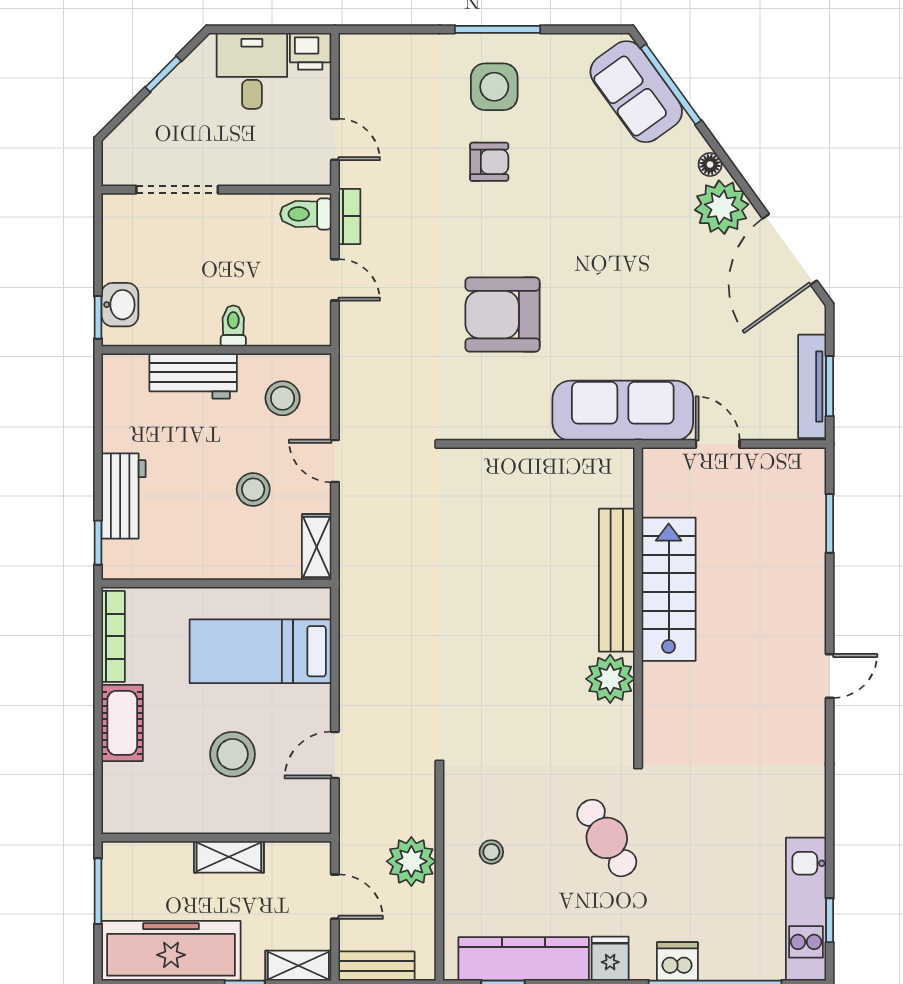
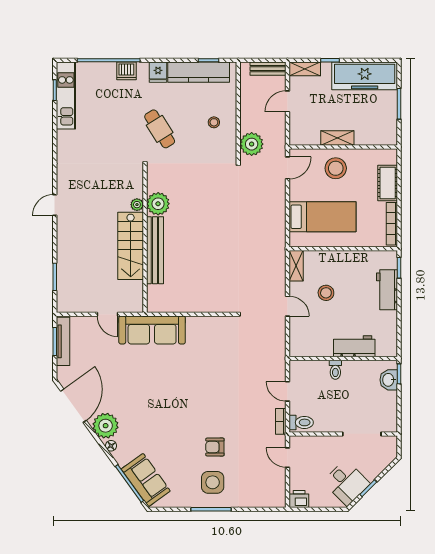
desk: (252, 71) -> (346, 483), moved, turned -45
armchair: (502, 315) -> (209, 375), removed
stool: (283, 398) -> (312, 336), removed
plant: (655, 677) -> (137, 205), added
wall: (216, 838) -> (343, 147), moved
shelving: (229, 857) -> (337, 138), moved
plant: (411, 861) -> (252, 144), moved
door: (335, 897) -> (288, 101), hinge flipped

